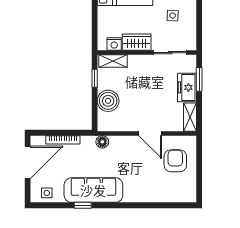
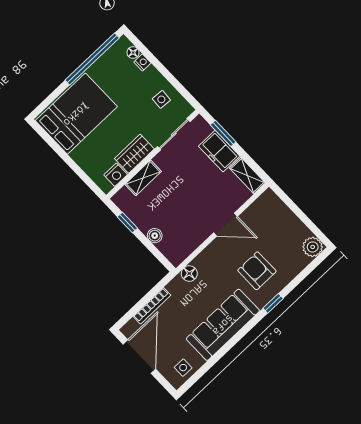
side table: (173, 16) -> (161, 99), moved
shelving: (113, 61) -> (143, 178), moved
boiler: (108, 101) -> (155, 236), width x0.54, depth x0.54
armchair: (175, 161) -> (257, 271), moved
plant: (188, 194) -> (313, 247), added
window: (83, 205) -> (273, 303), moved

